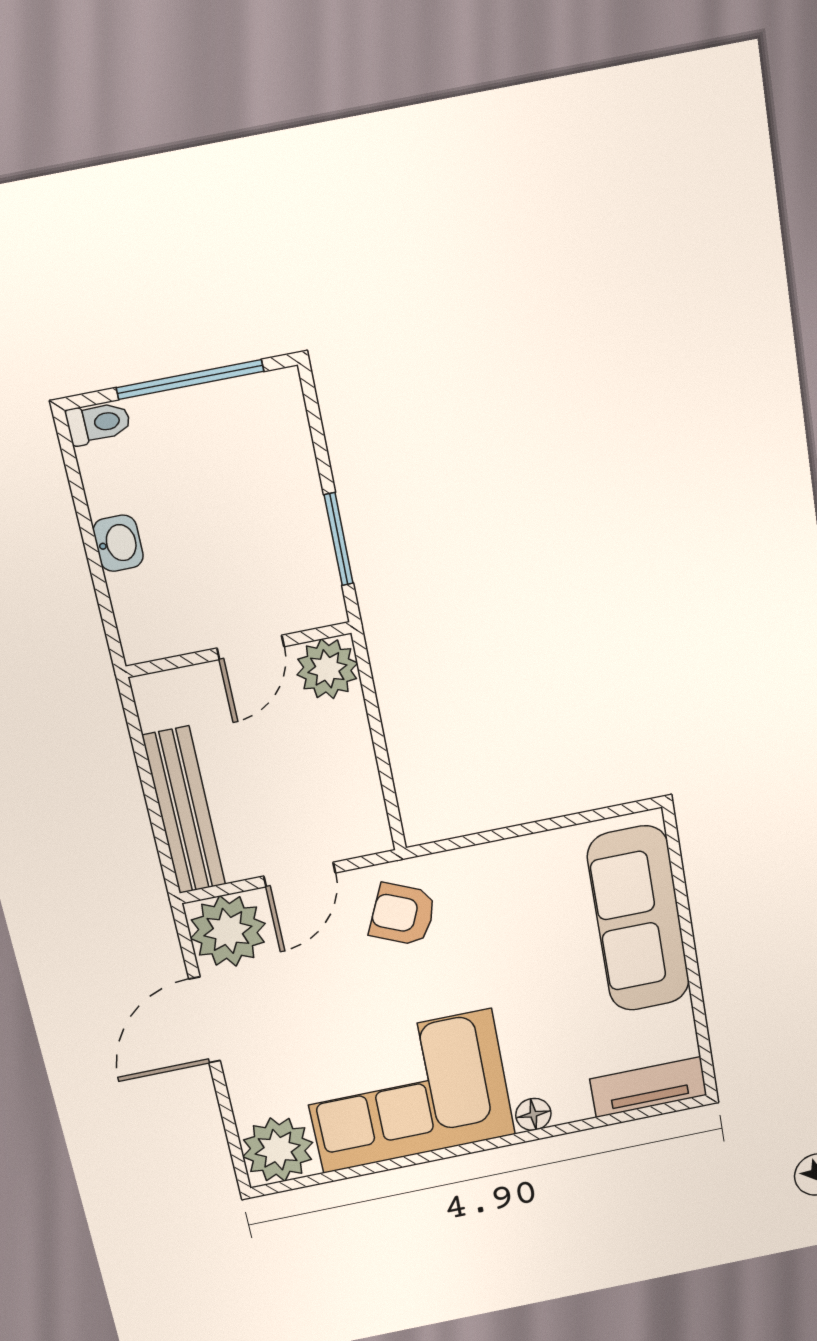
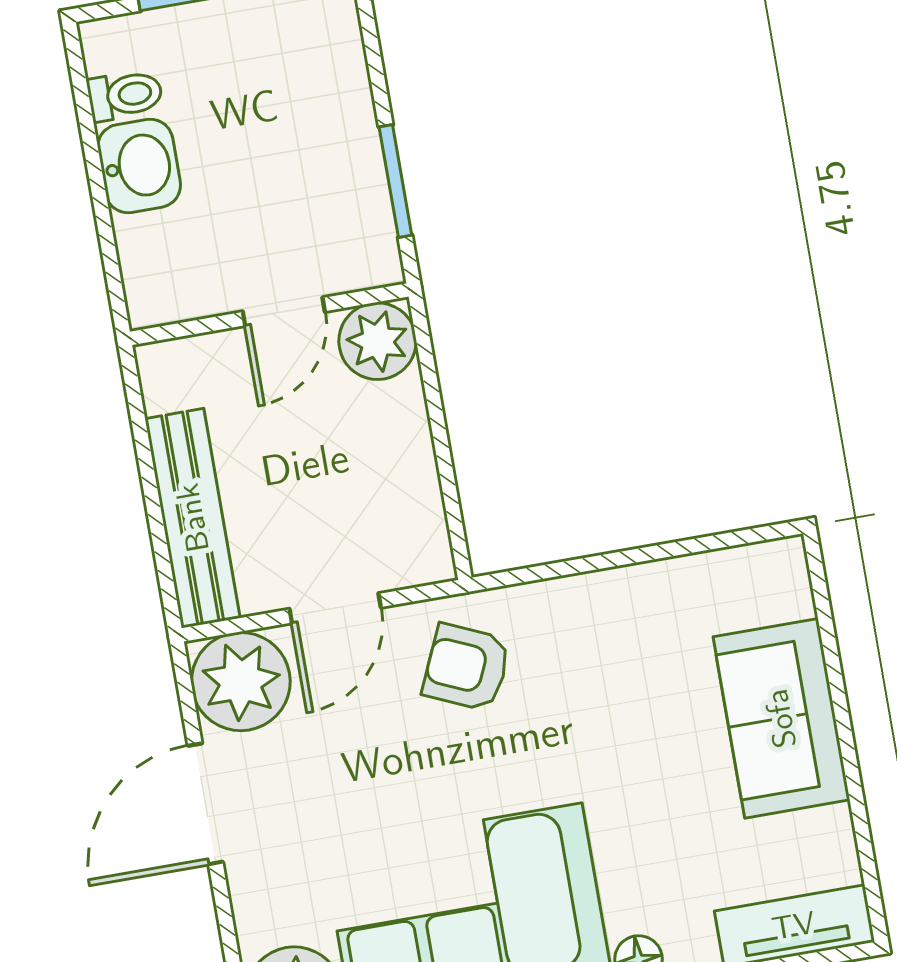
toilet: (99, 423) -> (125, 95), moved
washbasin: (118, 543) -> (139, 166), width x1.38, depth x1.45
sofa: (639, 919) -> (781, 718), width x0.73

